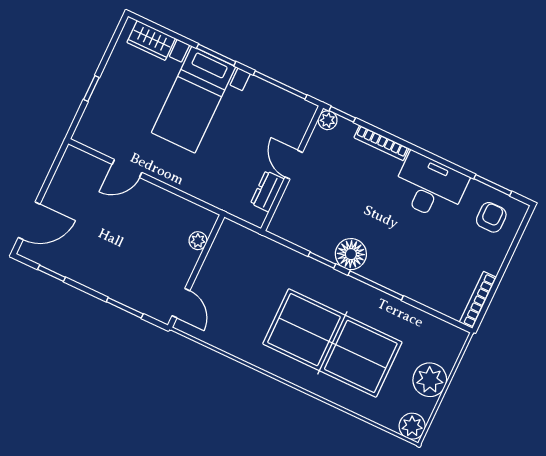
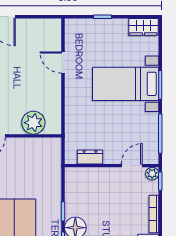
wardrobe: (151, 40) -> (143, 27), moved, turned -90
door: (294, 165) -> (132, 166), moved
plant: (198, 241) -> (33, 123), width x1.88, depth x1.88

